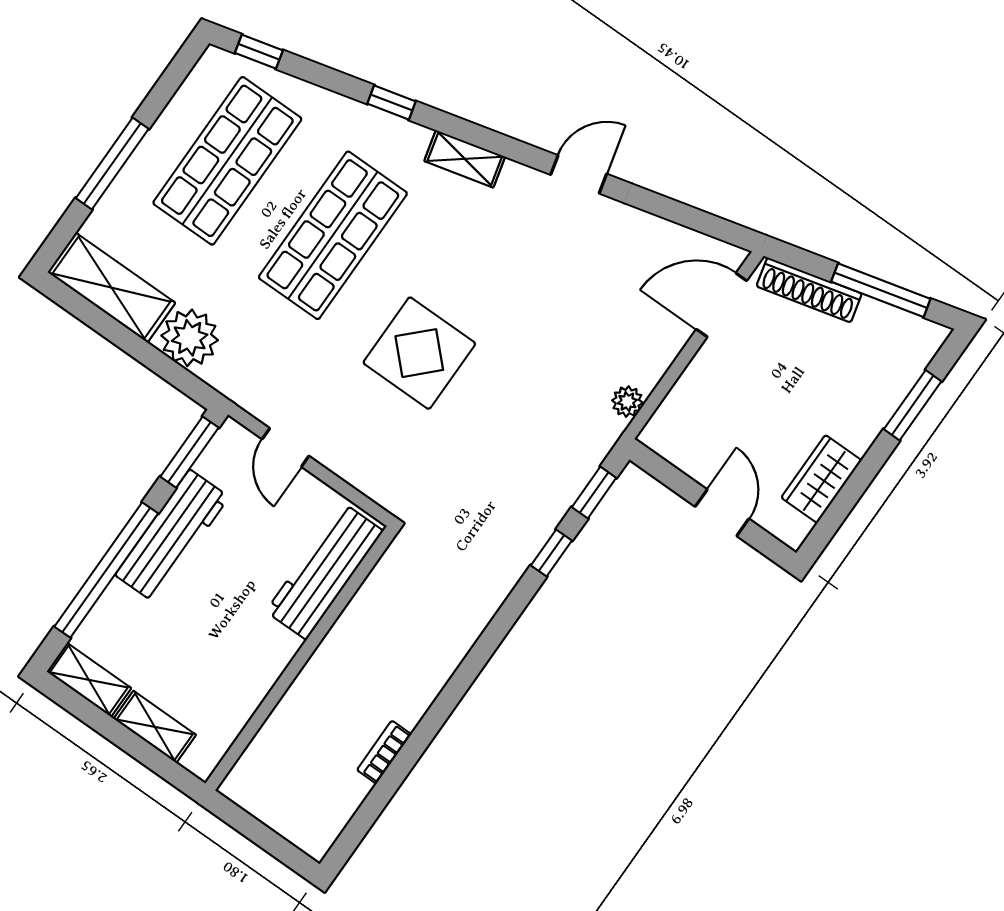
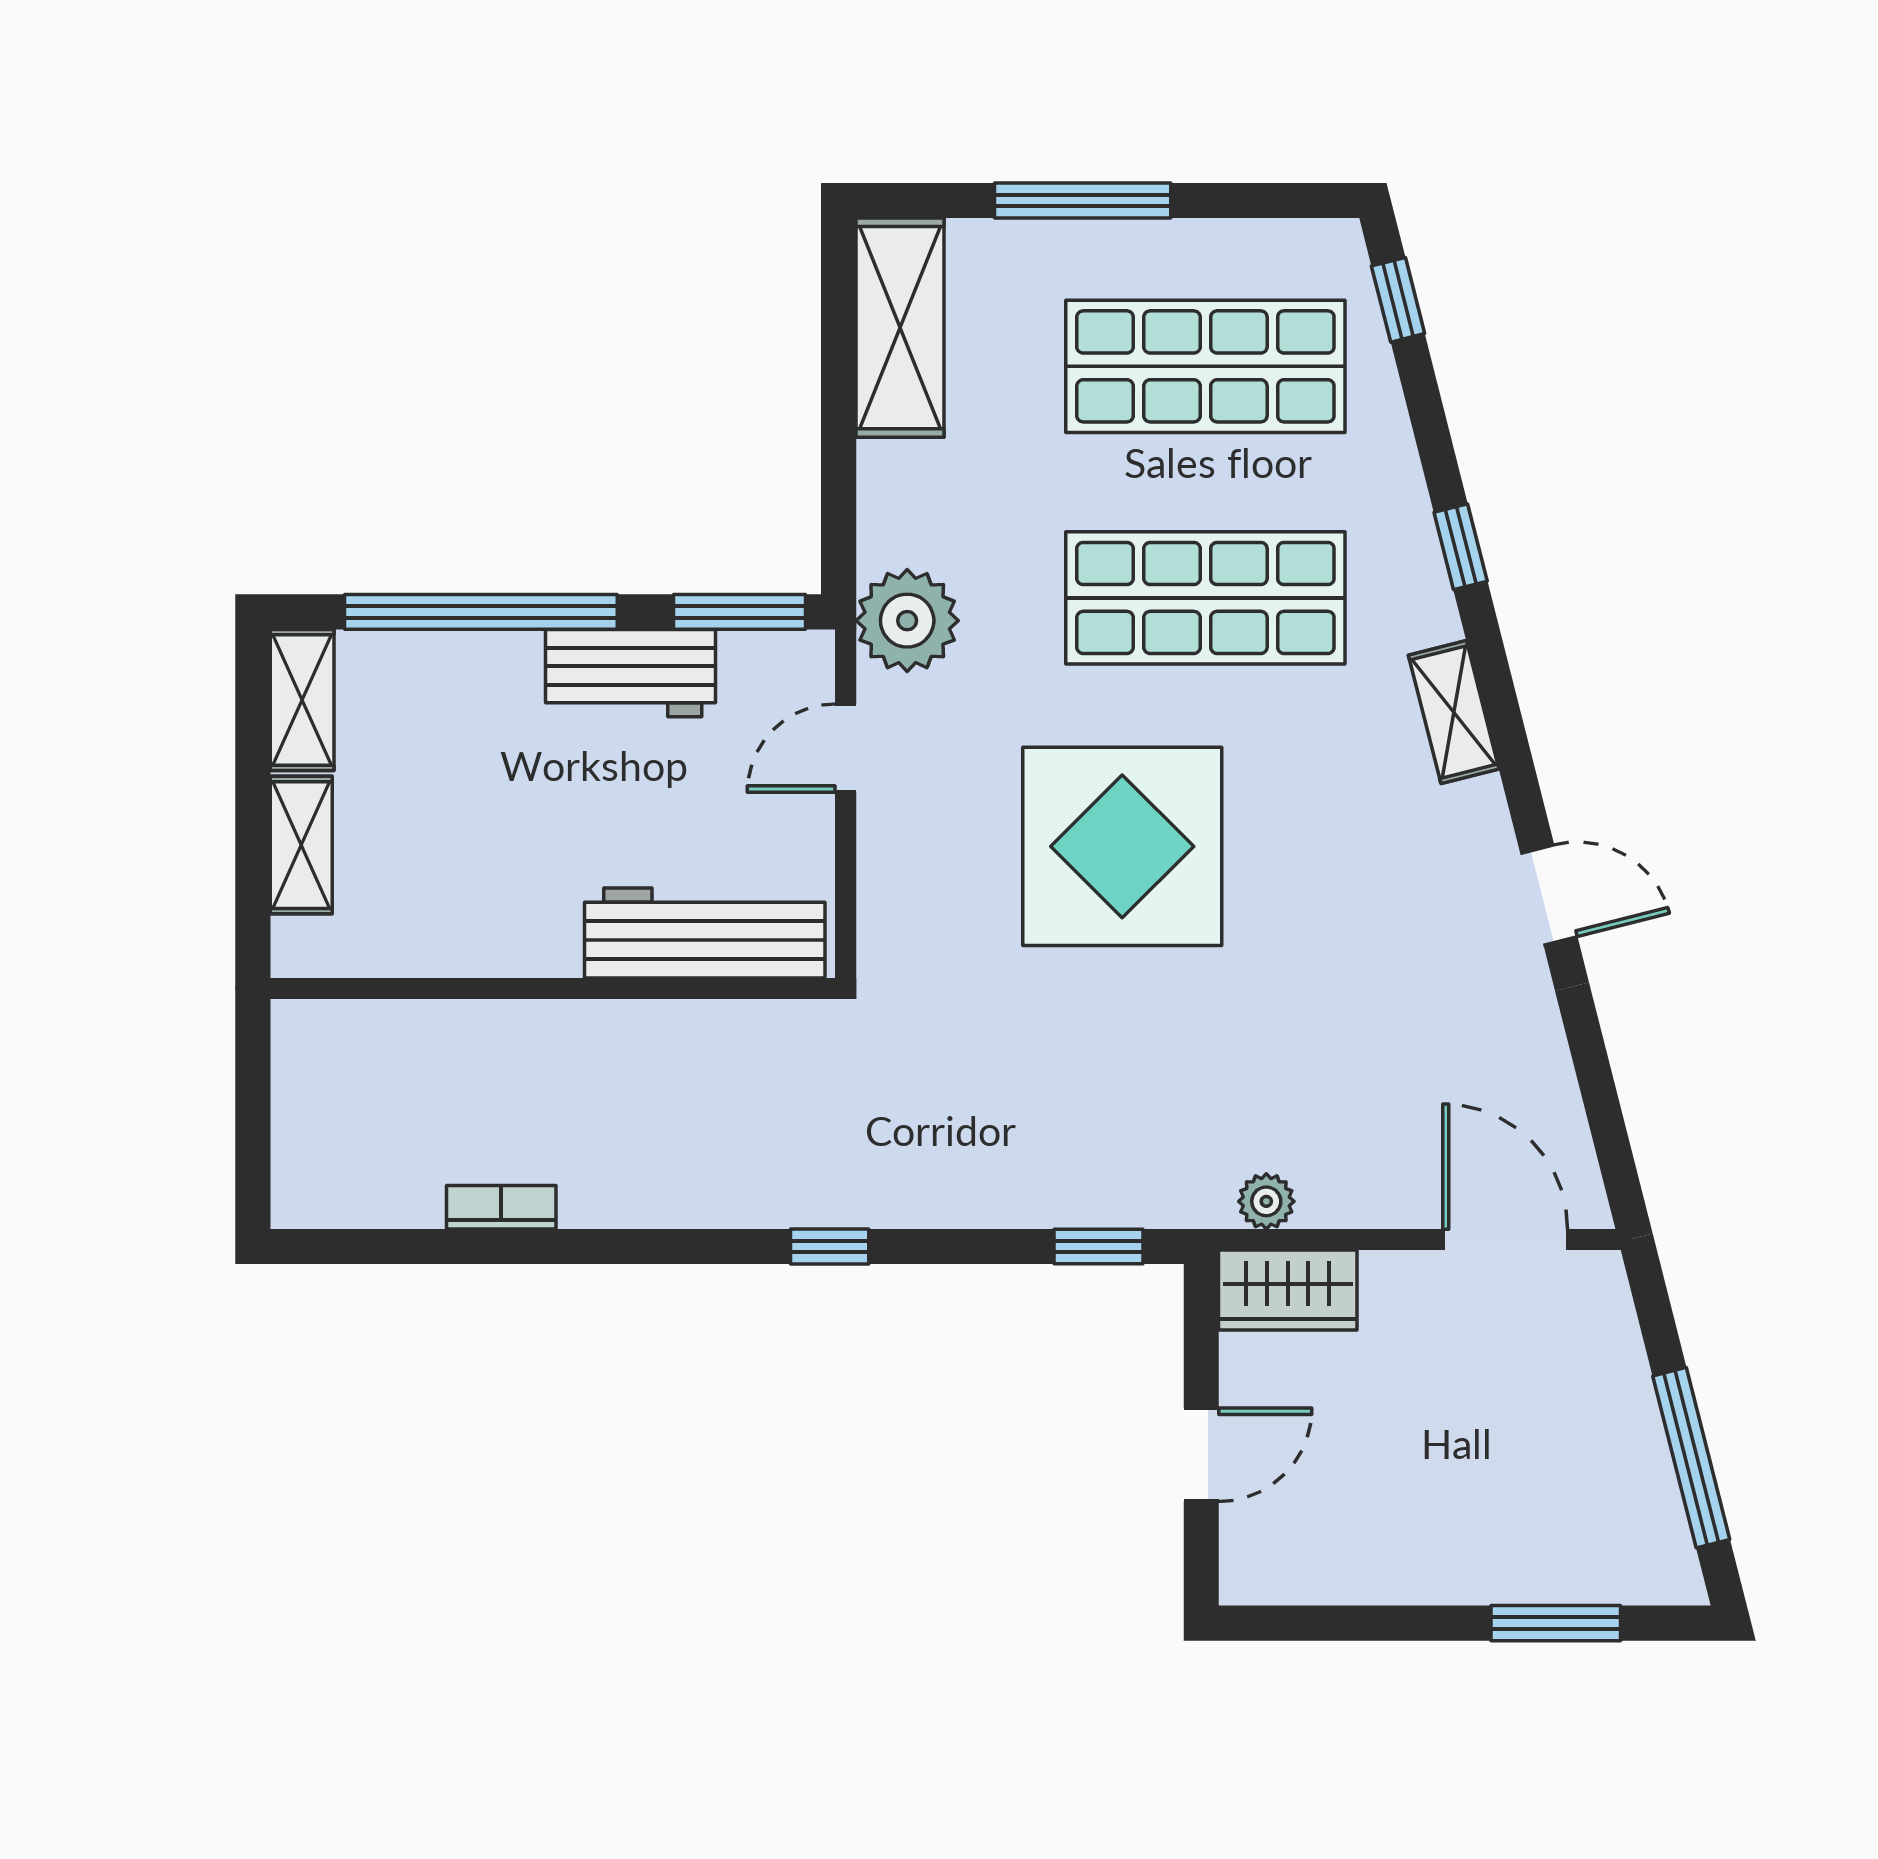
shoe rack: (809, 290) -> (1618, 1352), removed
plant: (190, 338) -> (907, 621), moved
display table: (419, 353) -> (1122, 846), width x1.36, depth x1.36
wardrobe: (821, 479) -> (1288, 1290), moved, turned 180
workbench: (172, 536) -> (630, 673), width x0.73
window: (551, 553) -> (830, 1247), moved

